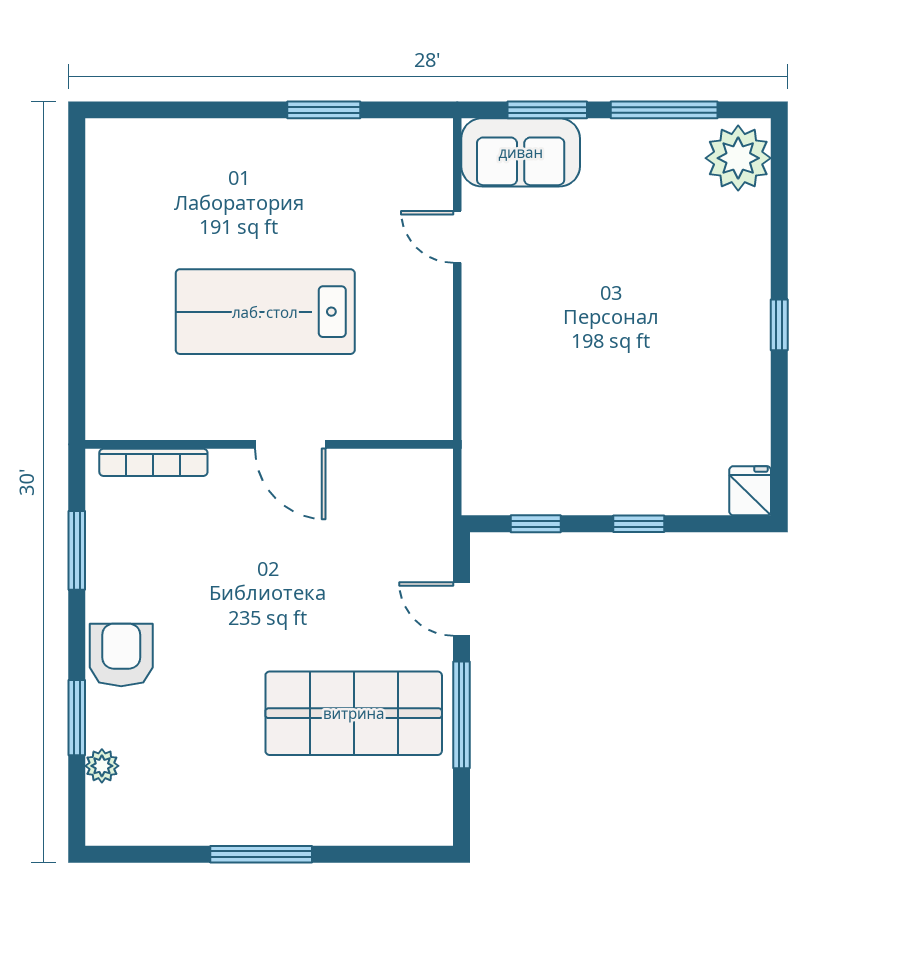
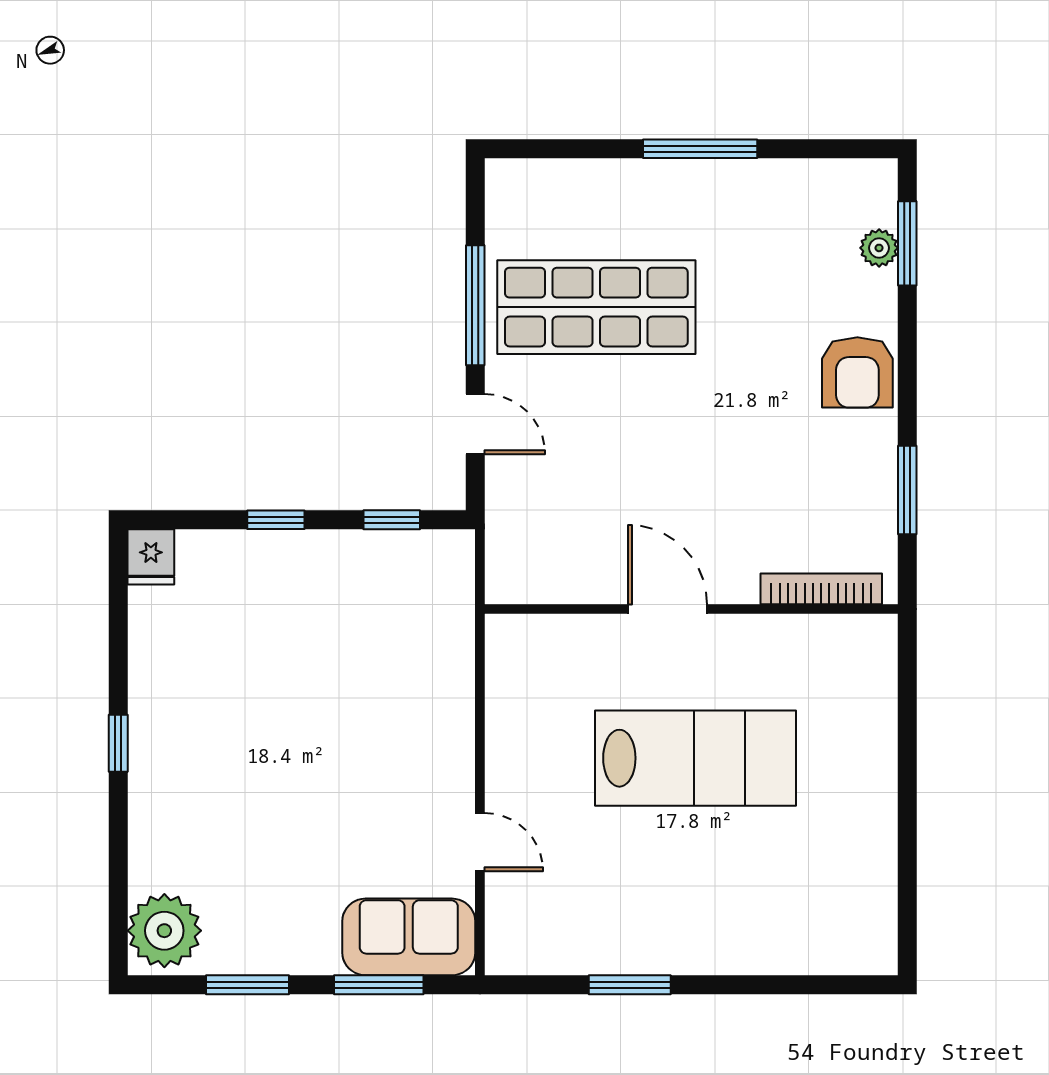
window: (664, 110) -> (248, 985), width x0.69
window: (77, 718) -> (907, 243), moved

